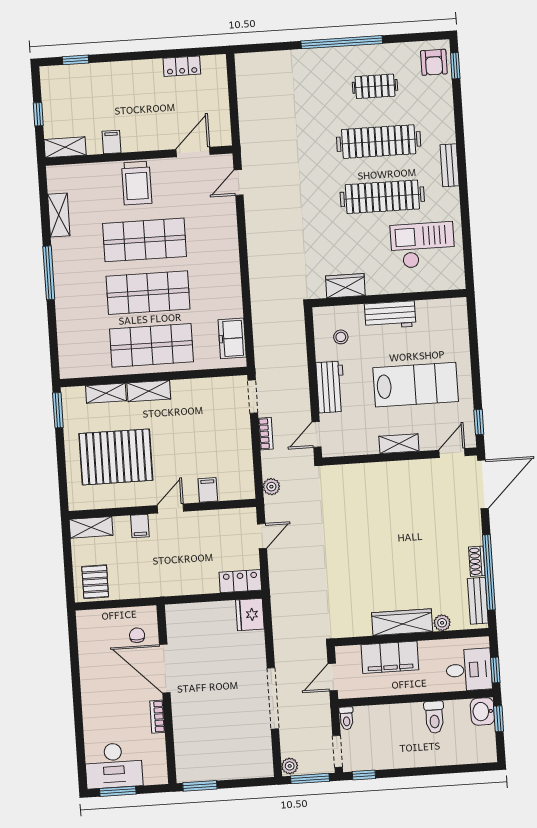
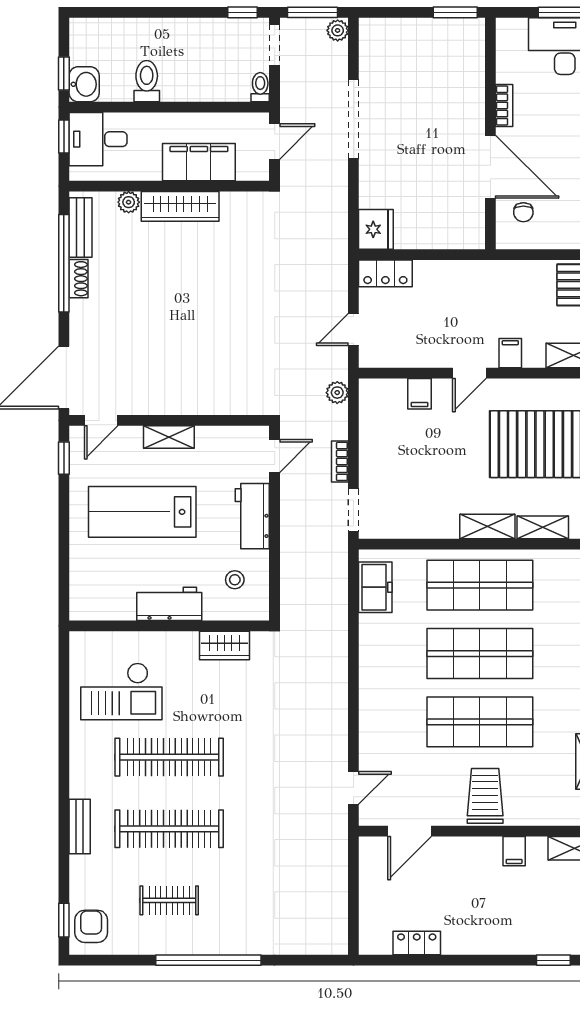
bench: (450, 165) -> (80, 827), moved

